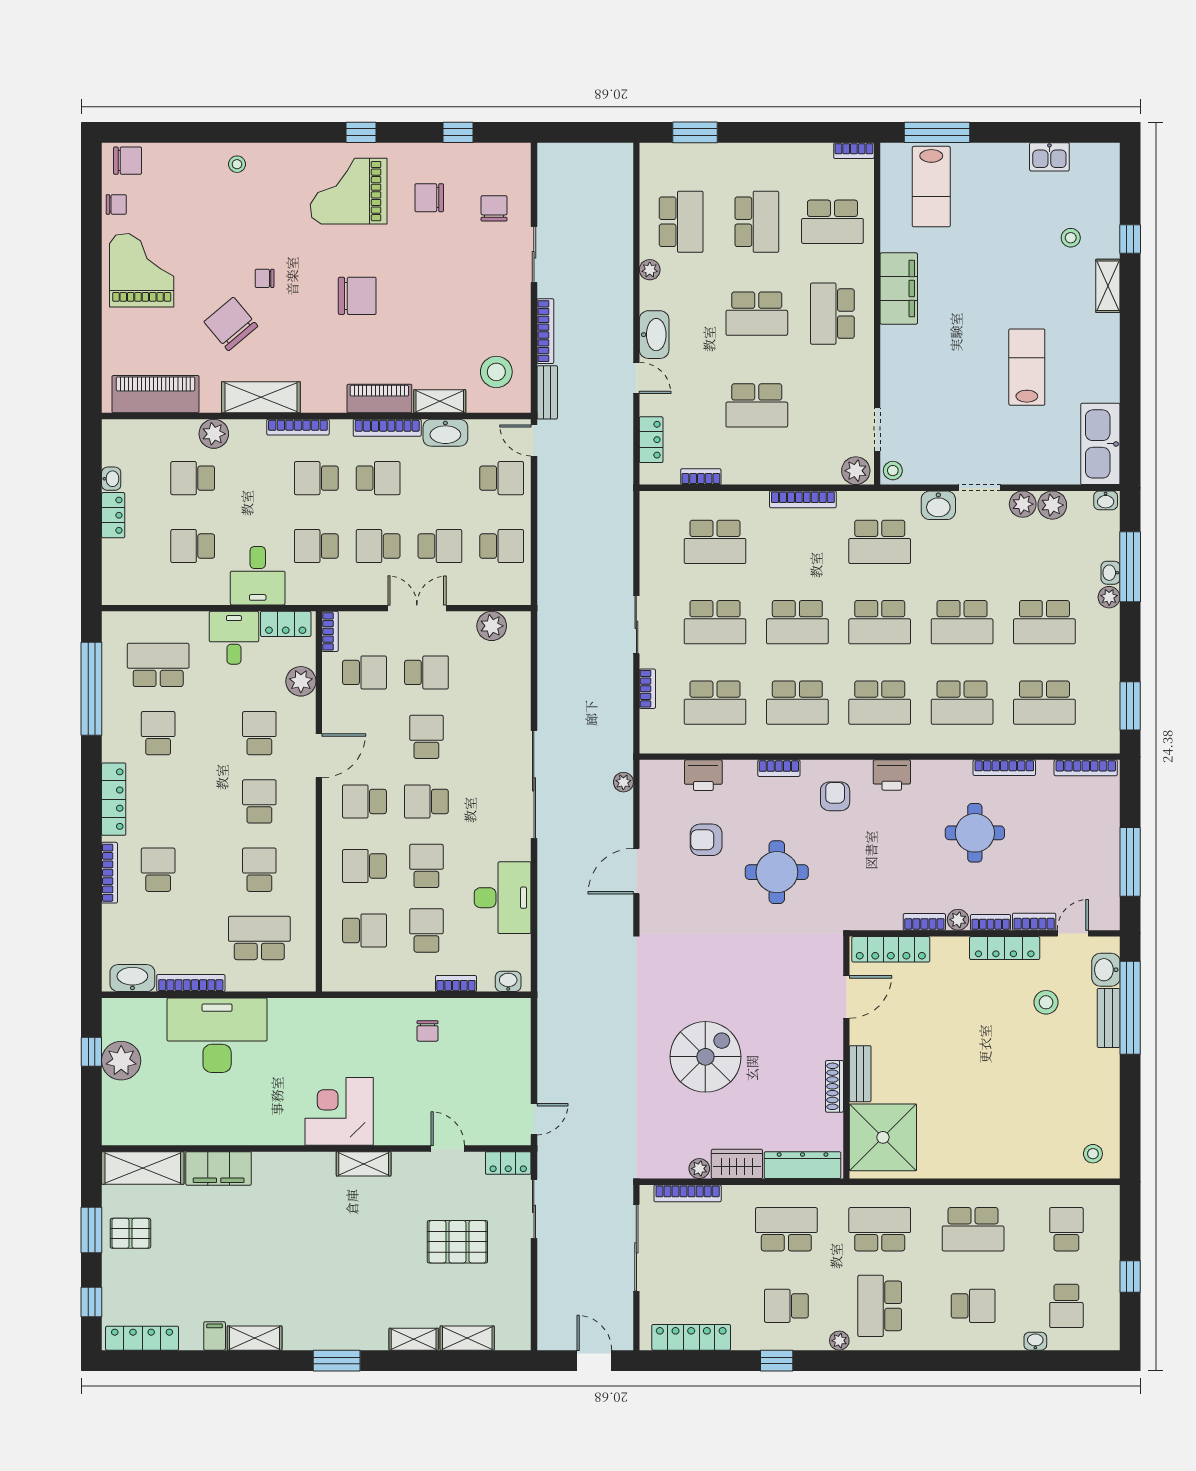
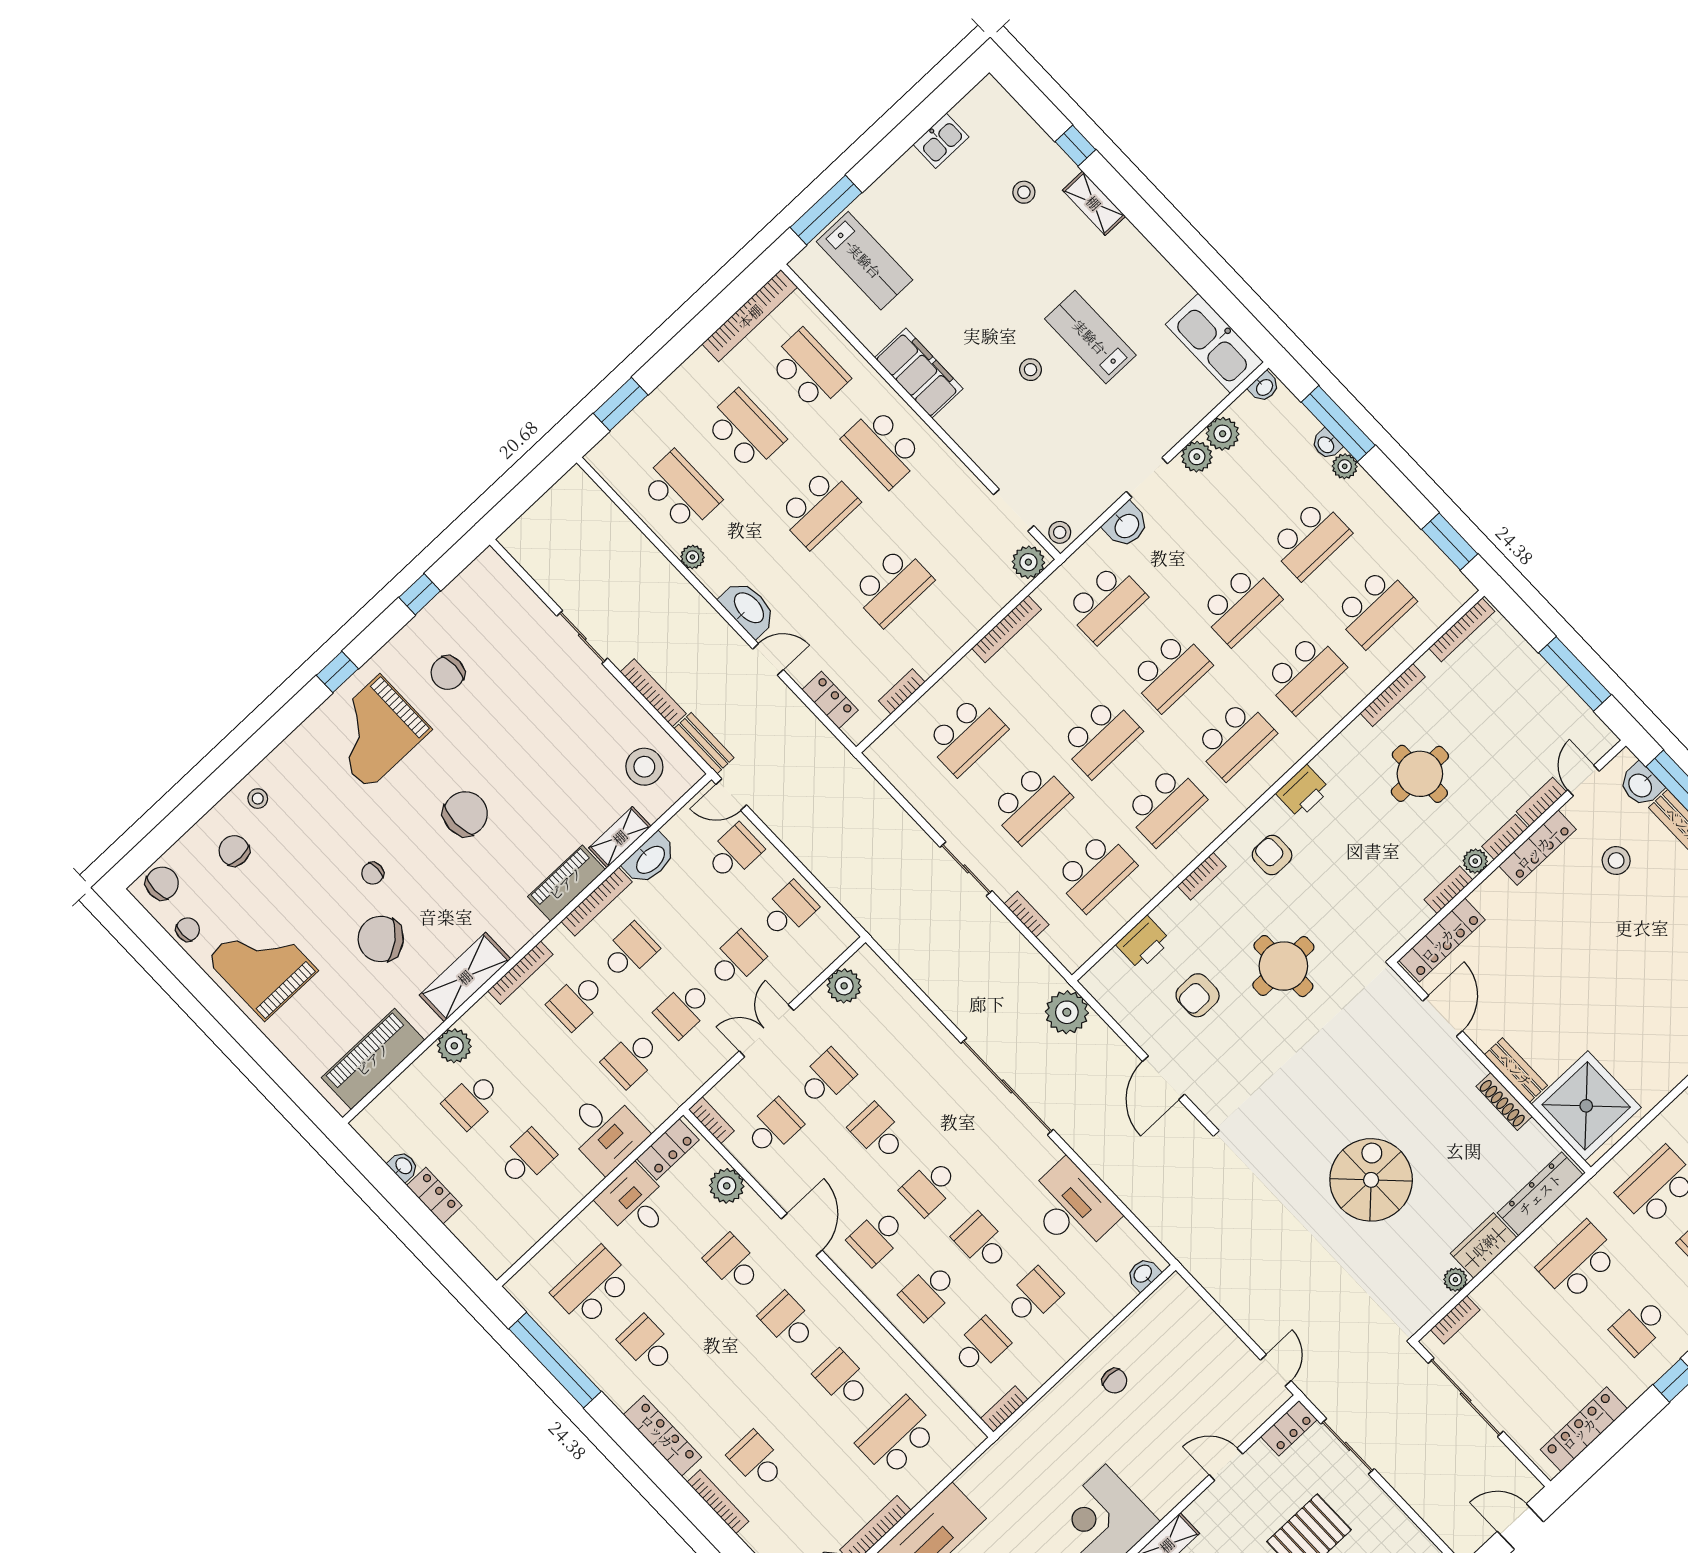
bookcase: (854, 151) -> (750, 316), width x2.31, depth x1.31
chair: (494, 208) -> (234, 851), moved
school desk: (832, 222) -> (809, 370), turned -90
stool: (970, 352) -> (1030, 370), added
school desk: (193, 546) -> (526, 1158), turned 180
plant: (623, 782) -> (1067, 1012), width x1.88, depth x1.88
school desk: (426, 930) -> (1033, 1297), turned 90
bookcase: (456, 984) -> (1004, 1409), moved
bookcase: (688, 1193) -> (1455, 1320), width x0.64

